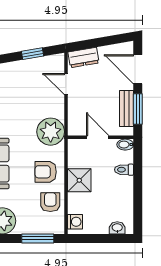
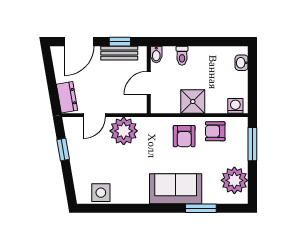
window: (138, 109) -> (120, 42), width x0.67
plant: (51, 132) -> (124, 131), moved

